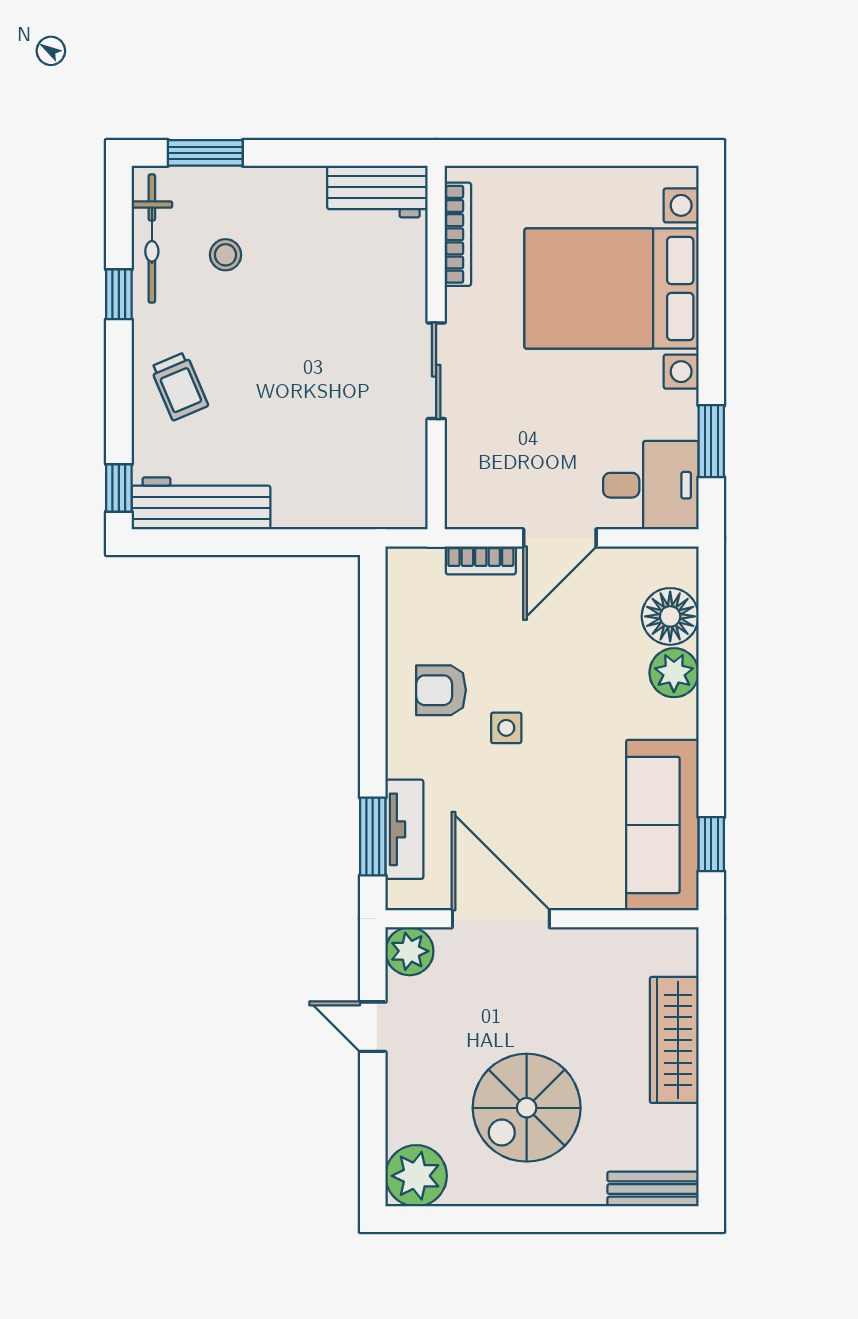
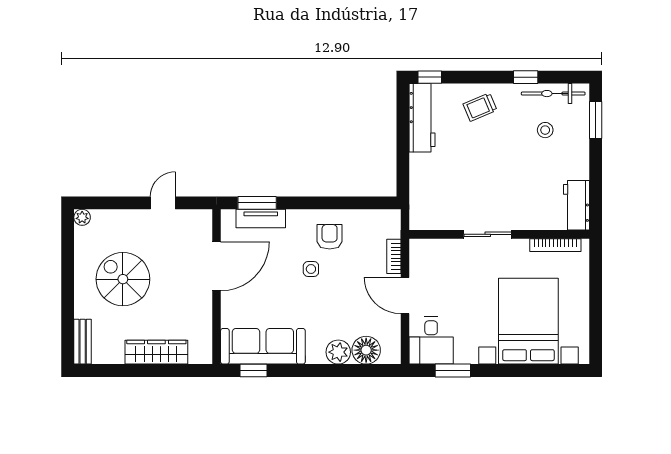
plant: (409, 951) -> (200, 221), removed
plant: (416, 1176) -> (82, 217), width x0.53, depth x0.53

